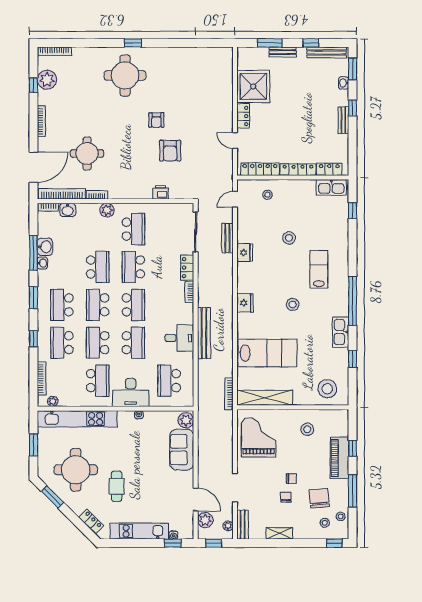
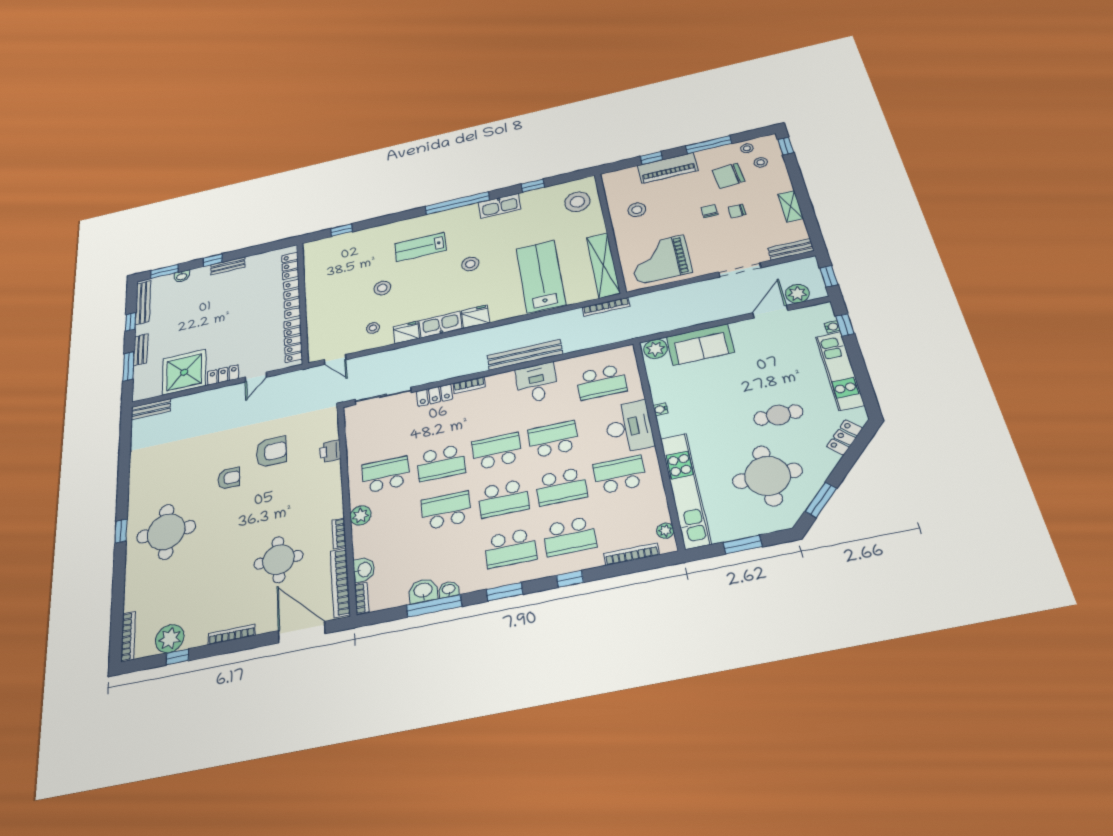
kitchen sink: (331, 187) -> (441, 325), moved, turned -90
stool: (267, 195) -> (373, 328), moved
bench: (227, 238) -> (151, 409), moved
plant: (228, 526) -> (798, 265), removed

